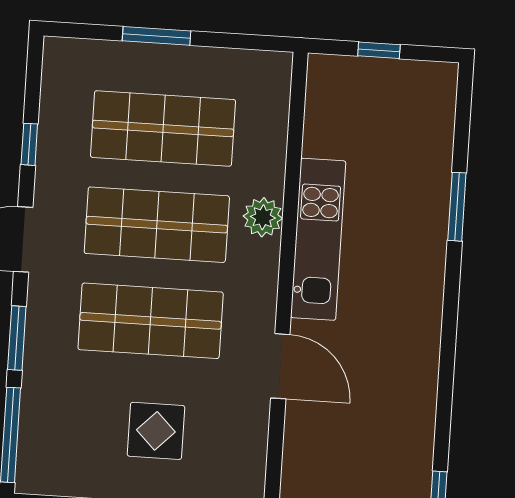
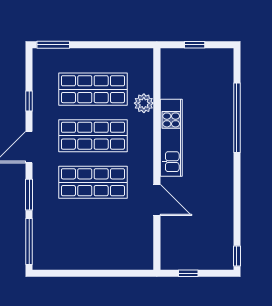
window: (156, 36) -> (53, 45), moved
window: (457, 207) -> (237, 118), width x2.11
plant: (263, 217) -> (144, 103), moved
display table: (156, 431) -> (99, 235), removed

